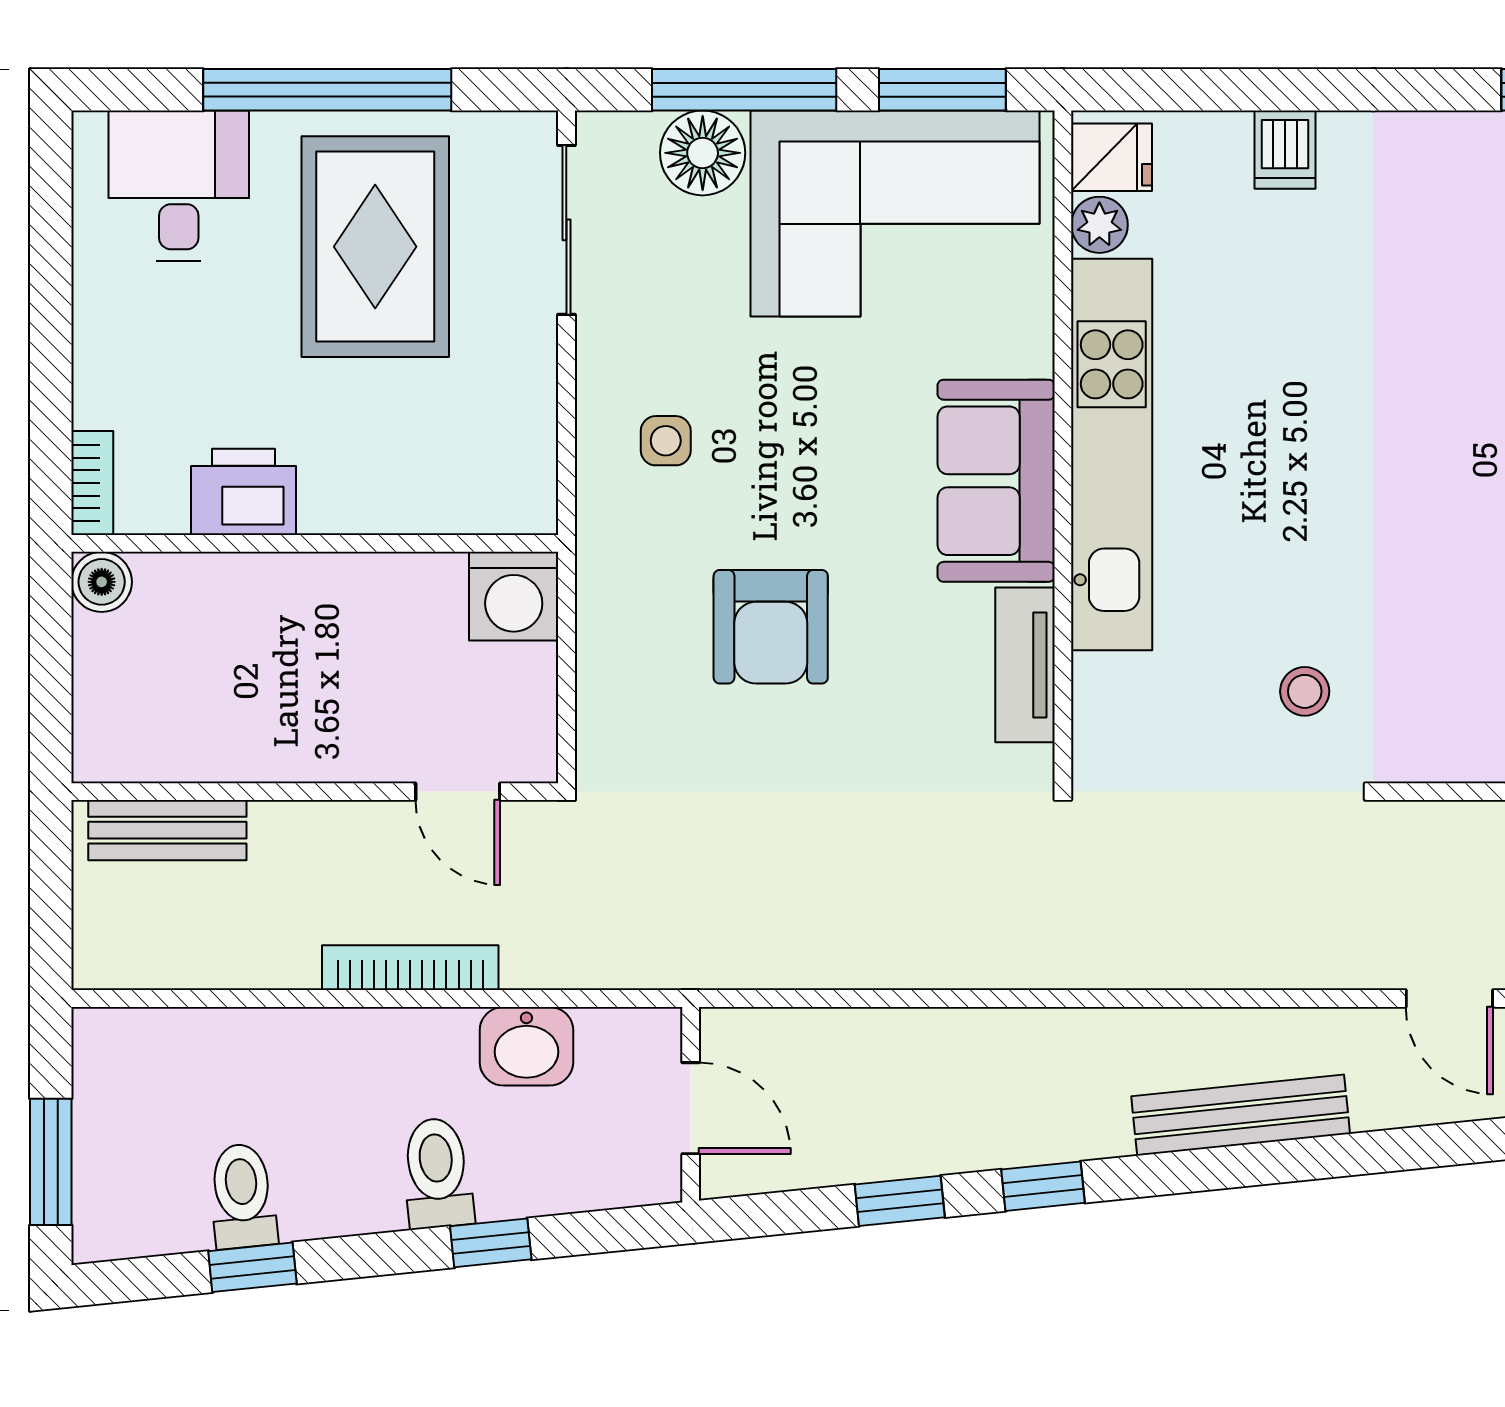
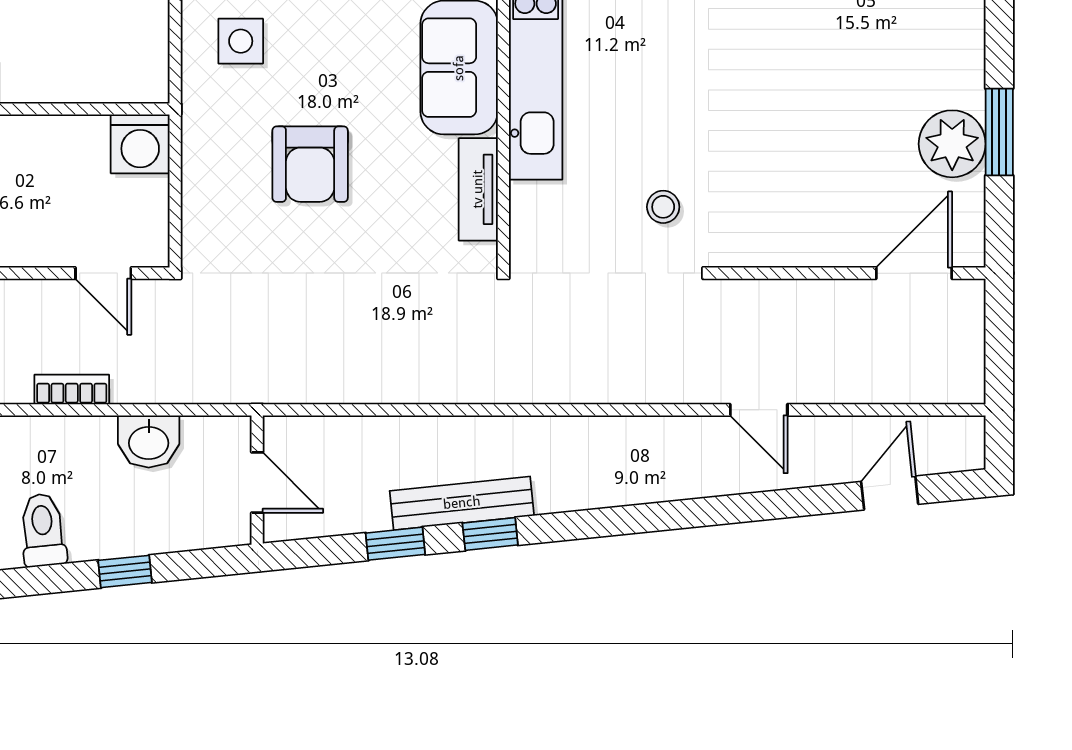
side table: (666, 441) -> (241, 41), width x1.37, depth x1.37
bookcase: (410, 968) -> (72, 390), width x0.64
bench: (1241, 1115) -> (462, 503), moved
toilet: (437, 1173) -> (43, 530), moved

